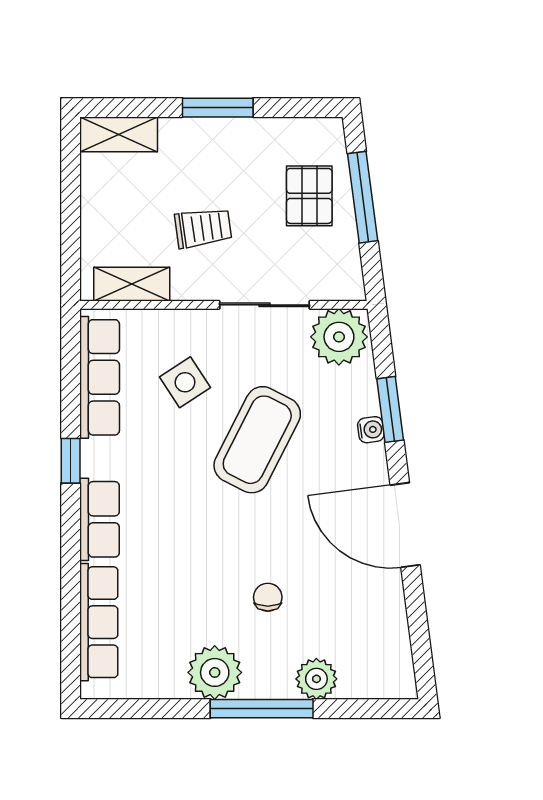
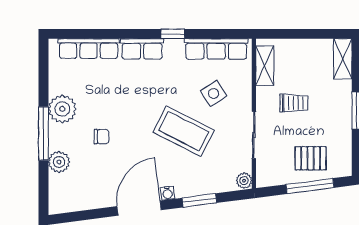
trolley: (203, 228) -> (294, 103), turned -82
plant: (339, 337) -> (244, 181), width x0.53, depth x0.53
water cooler: (371, 430) -> (168, 193), moved

